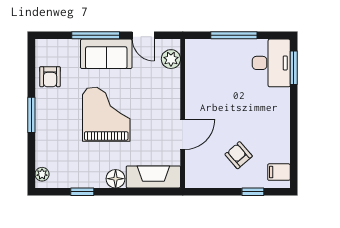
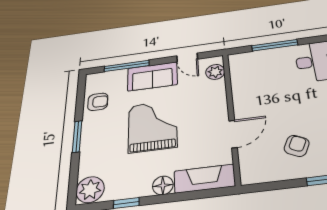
window: (96, 35) -> (127, 66), moved
armchair: (50, 77) -> (98, 102), turned -90
armchair: (239, 155) -> (297, 146), turned 67
plant: (42, 174) -> (90, 190), width x1.88, depth x1.88

